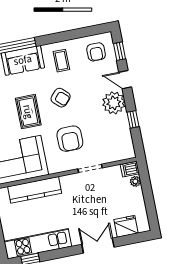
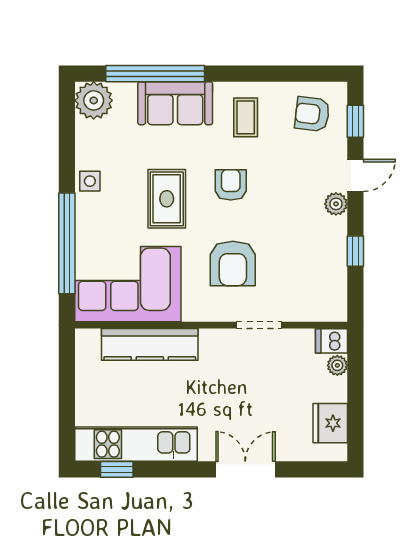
armchair: (96, 52) -> (312, 114), turned 97
door: (125, 80) -> (355, 175), swing flipped
armchair: (61, 98) -> (231, 185), turned -133
plant: (114, 103) -> (336, 204), width x0.53, depth x0.53
fridge: (126, 226) -> (330, 423), moved, turned -90

